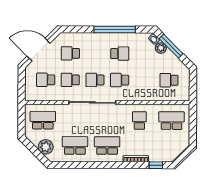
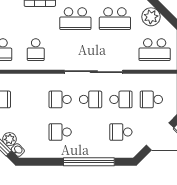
window: (115, 29) -> (89, 162), moved
school desk: (70, 53) -> (121, 132), turned 180
school desk: (46, 80) -> (151, 99), turned 180
school desk: (120, 80) -> (60, 99), turned 180

